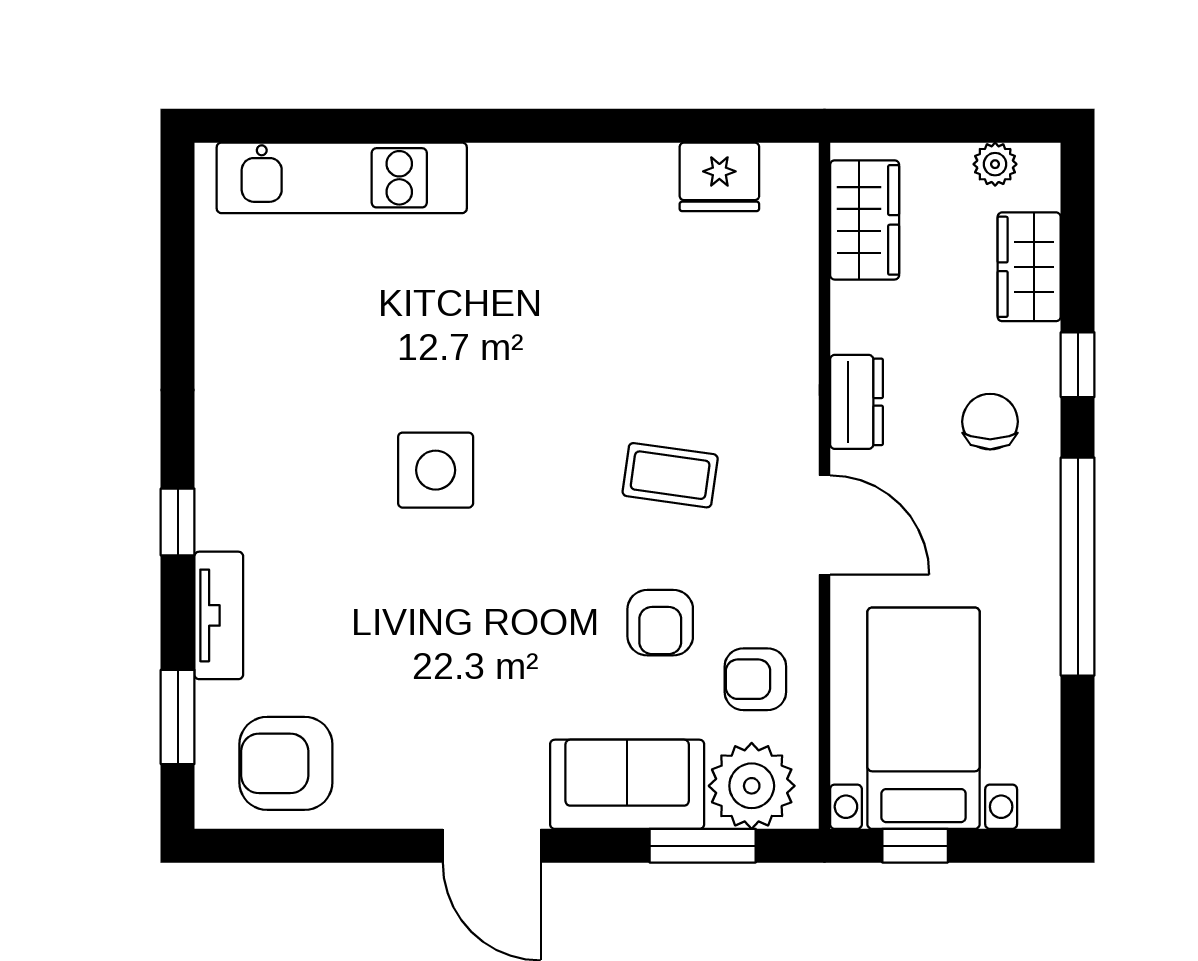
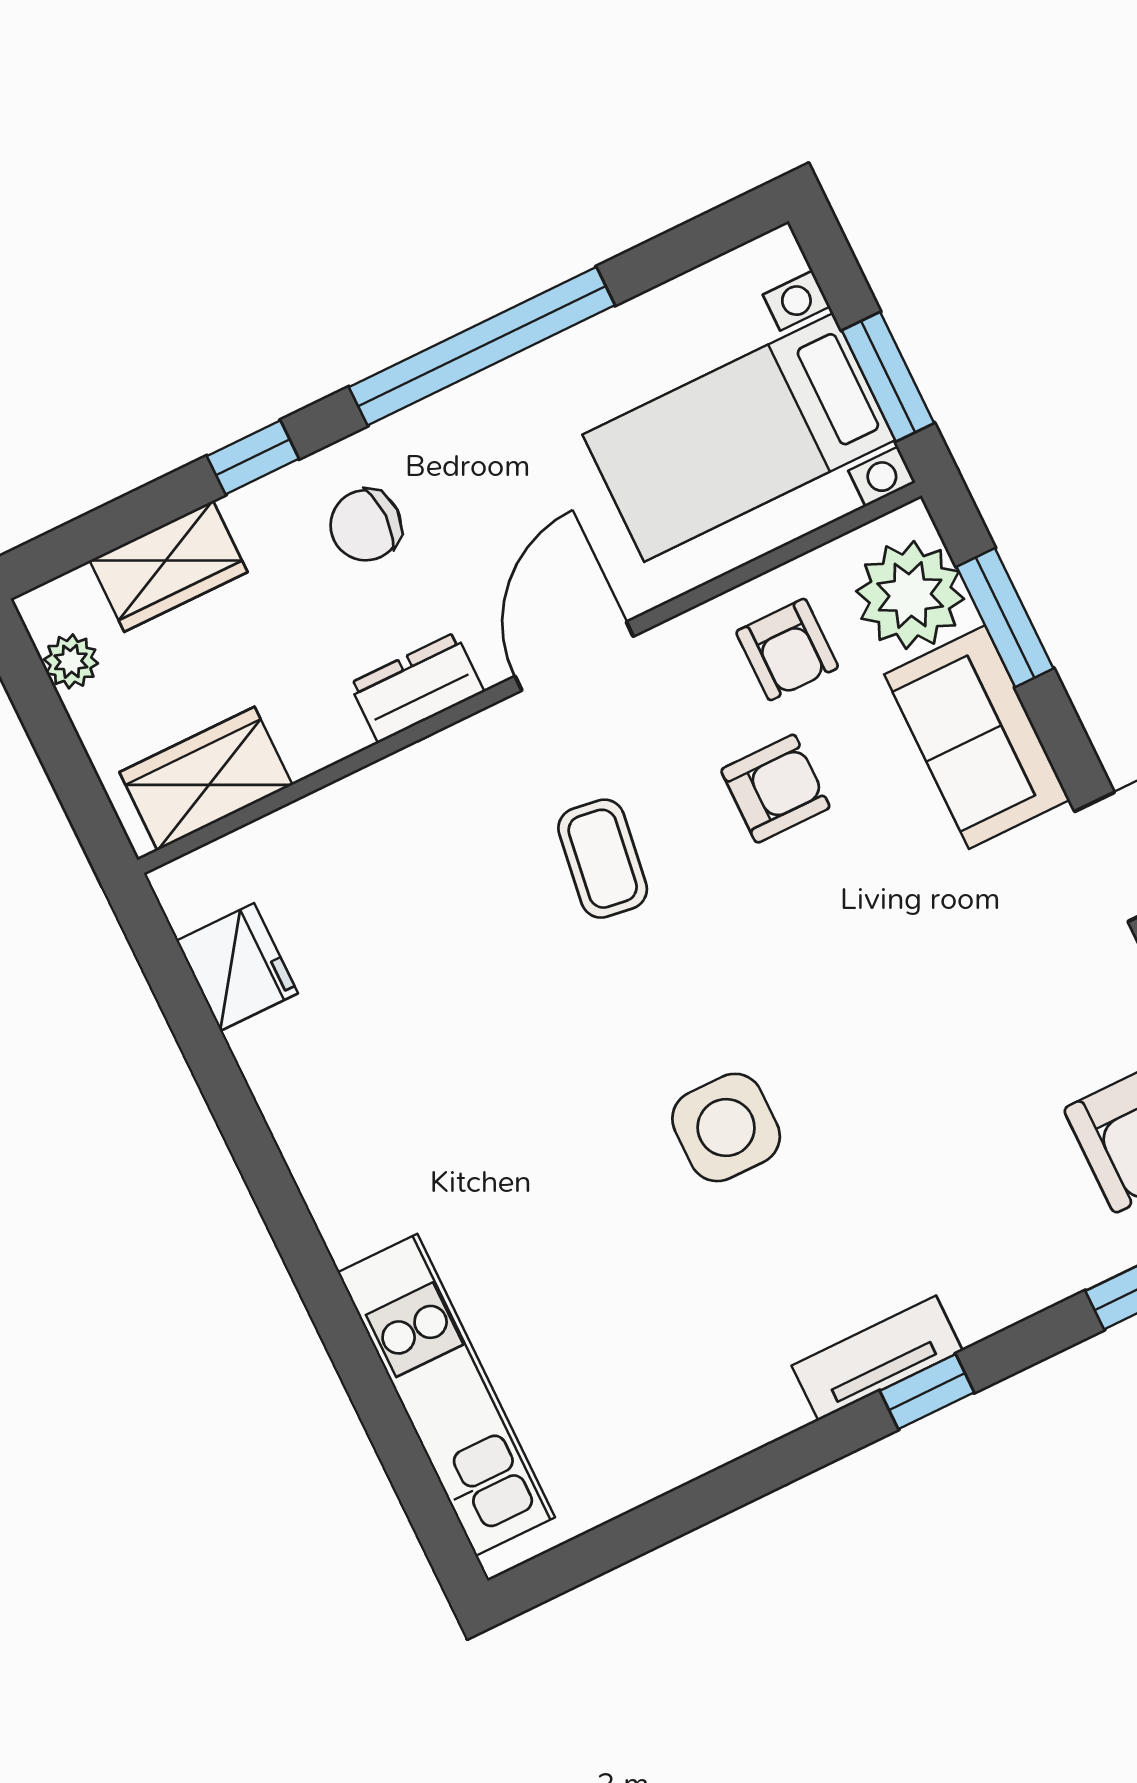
tv unit: (219, 615) -> (877, 1358), moved
window: (915, 846) -> (888, 377), width x1.50

